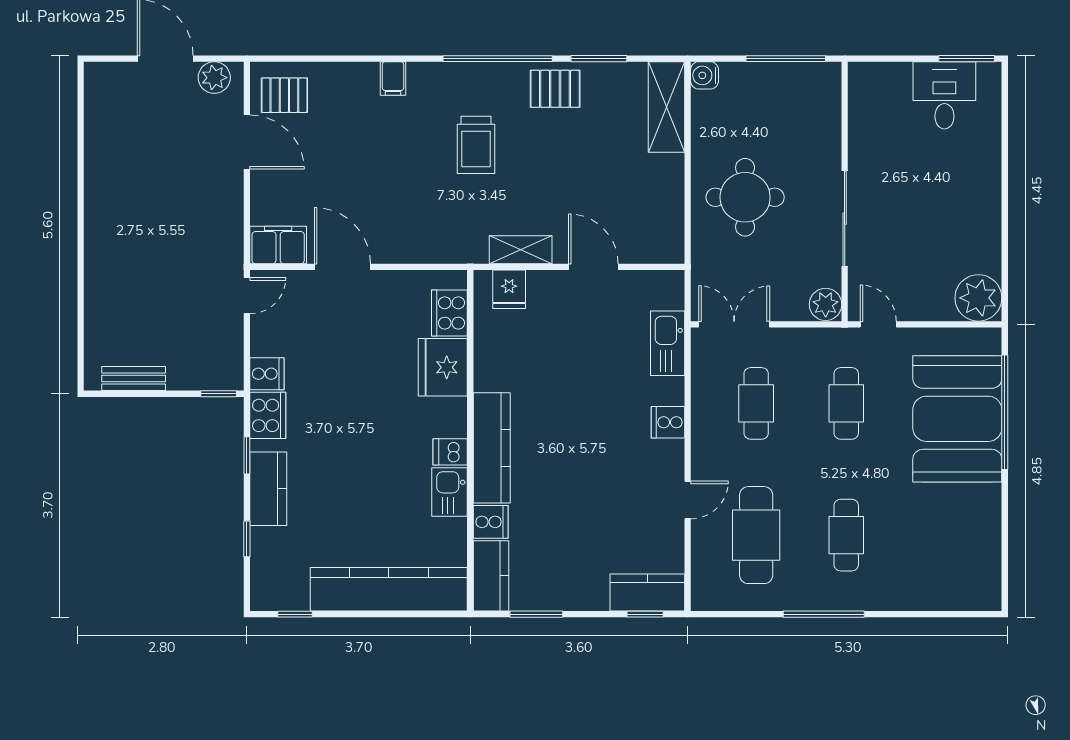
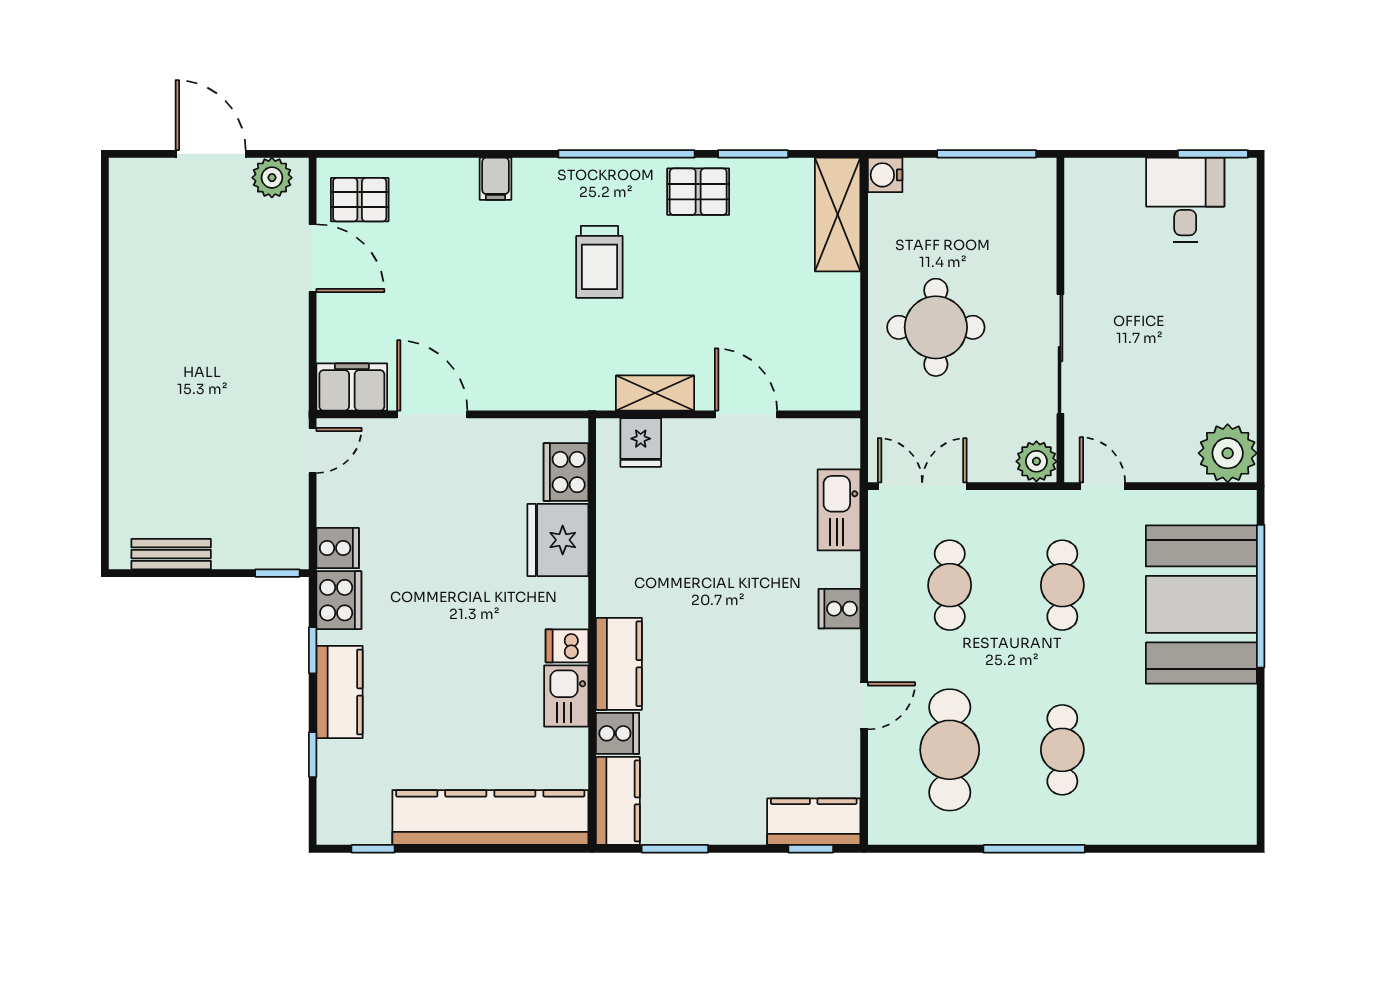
kitchen counter: (492, 448) -> (619, 664), width x0.67

